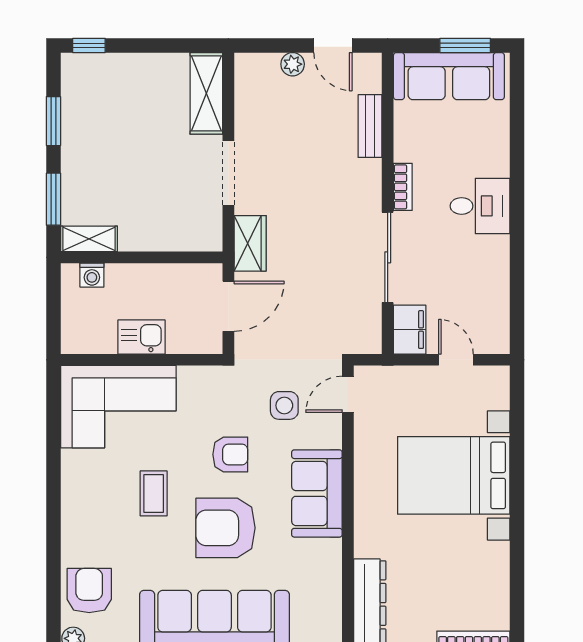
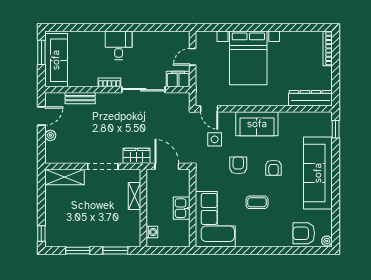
shelving: (89, 239) -> (134, 196), moved
armchair: (226, 528) -> (274, 168), width x0.53, depth x0.53

